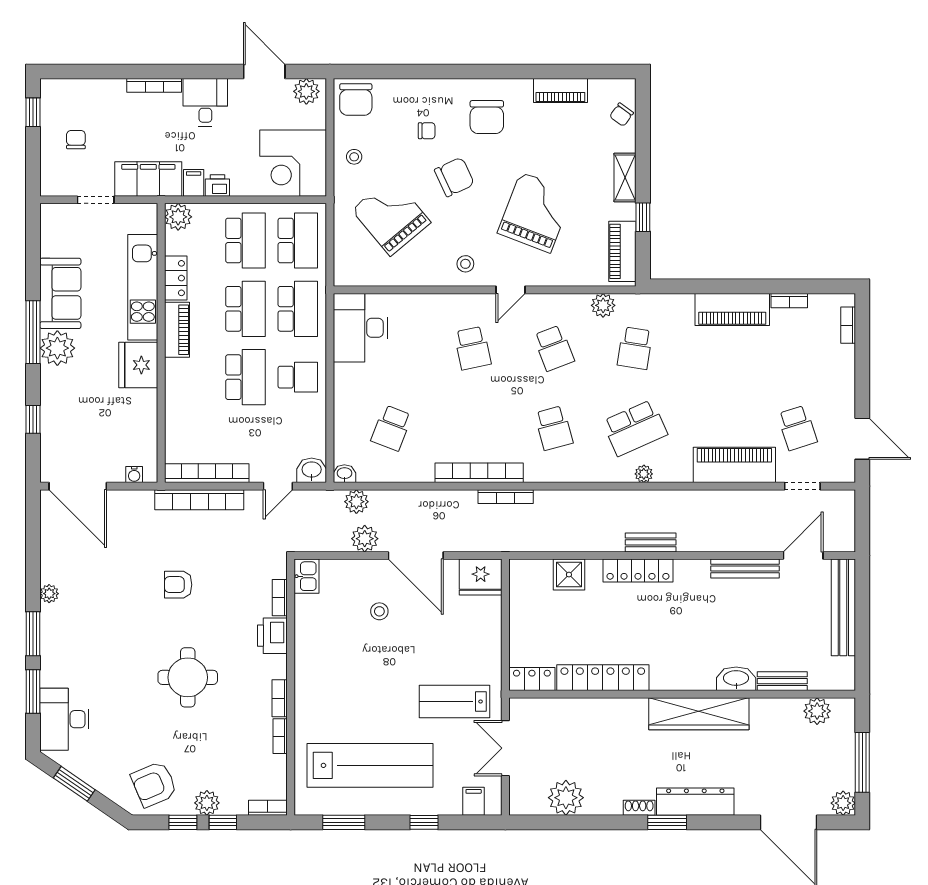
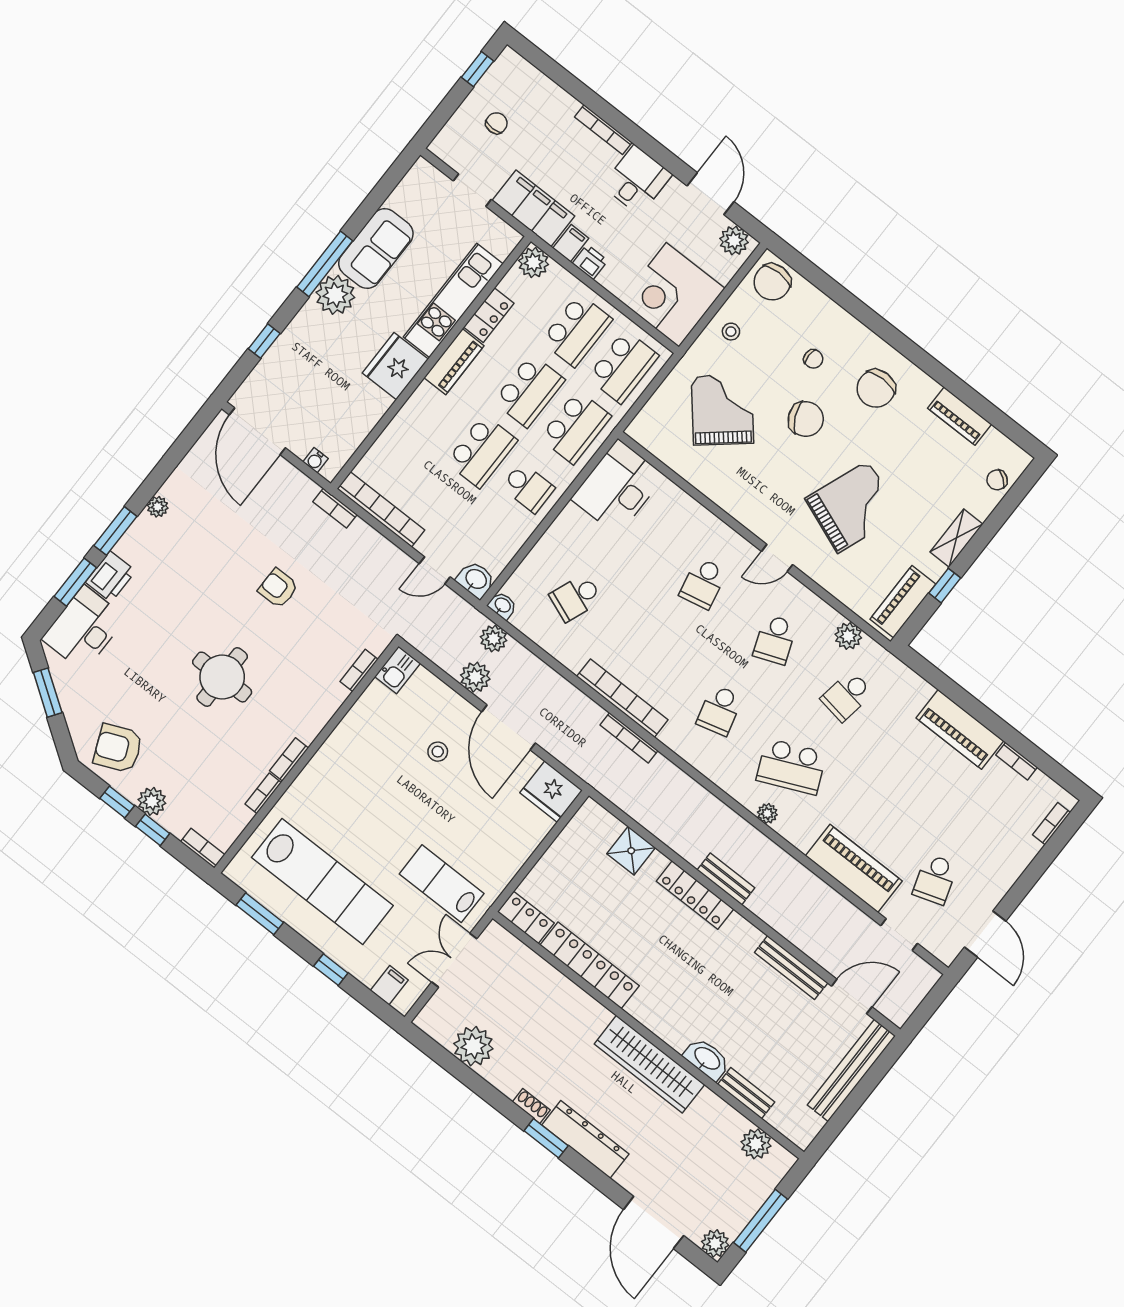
stool: (465, 264) -> (755, 504), removed
bookcase: (199, 500) -> (335, 508), width x0.43, depth x0.76
printer: (272, 636) -> (111, 577), moved, turned 180

